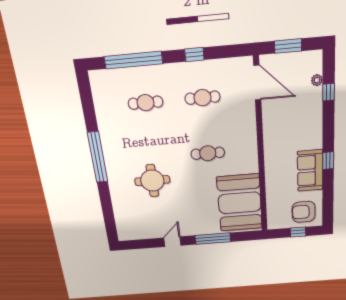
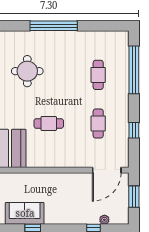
window: (194, 55) -> (134, 130), moved
cafe table: (208, 153) -> (49, 123), turned 90

